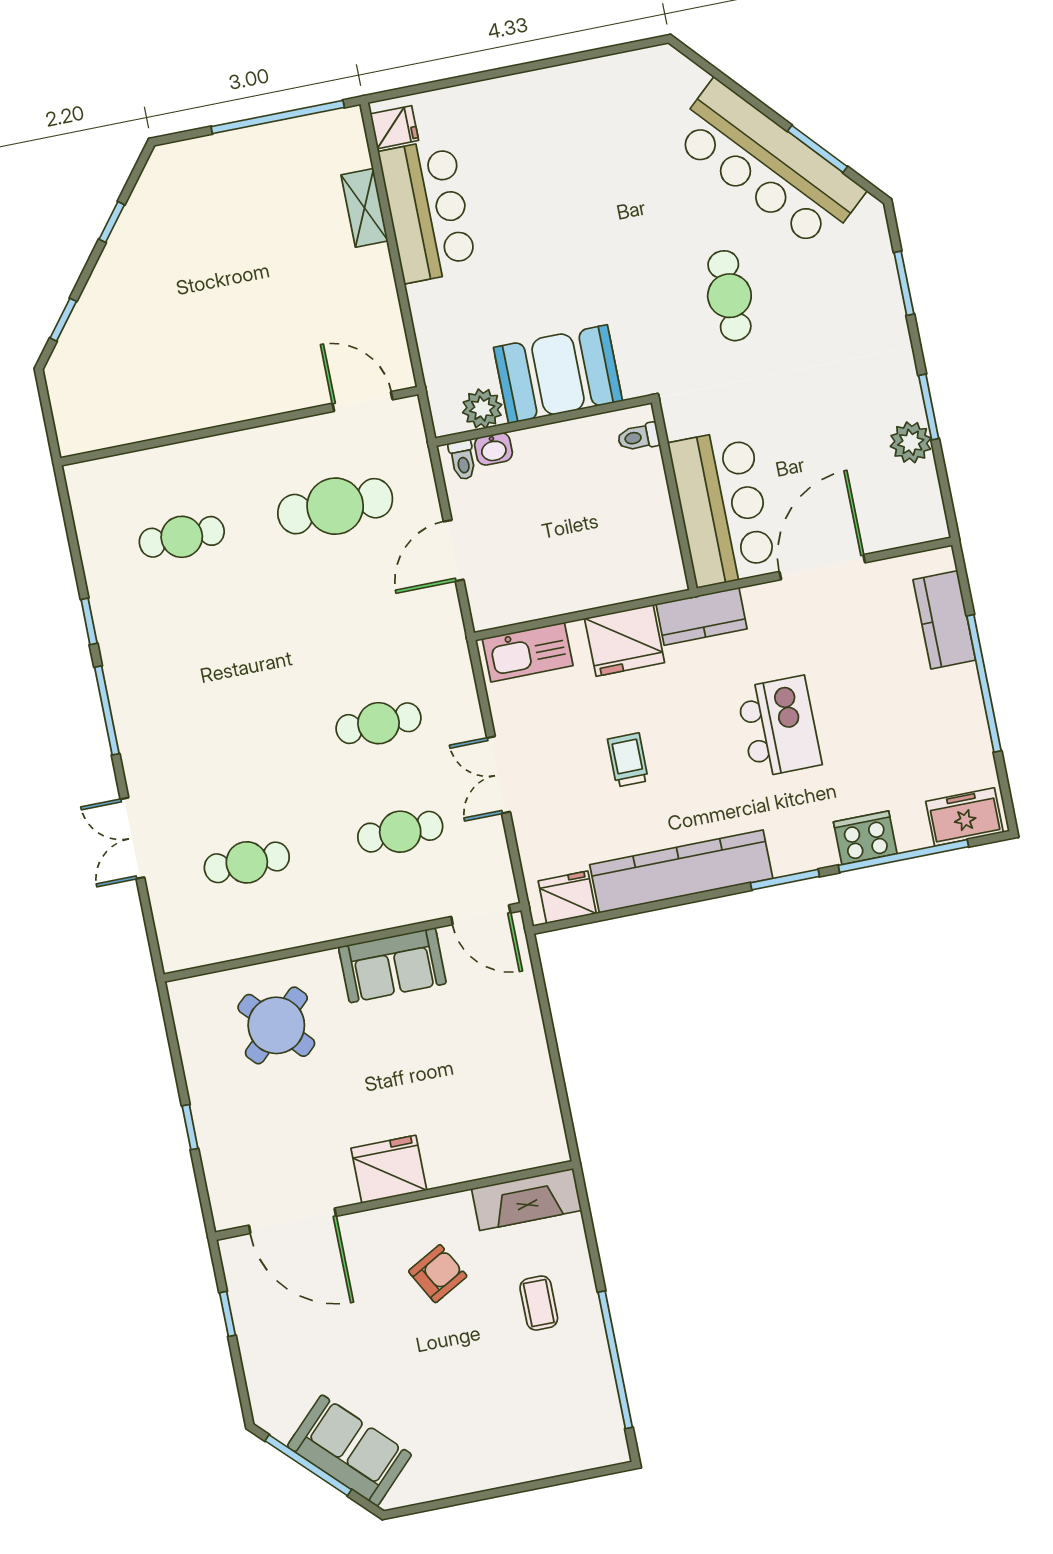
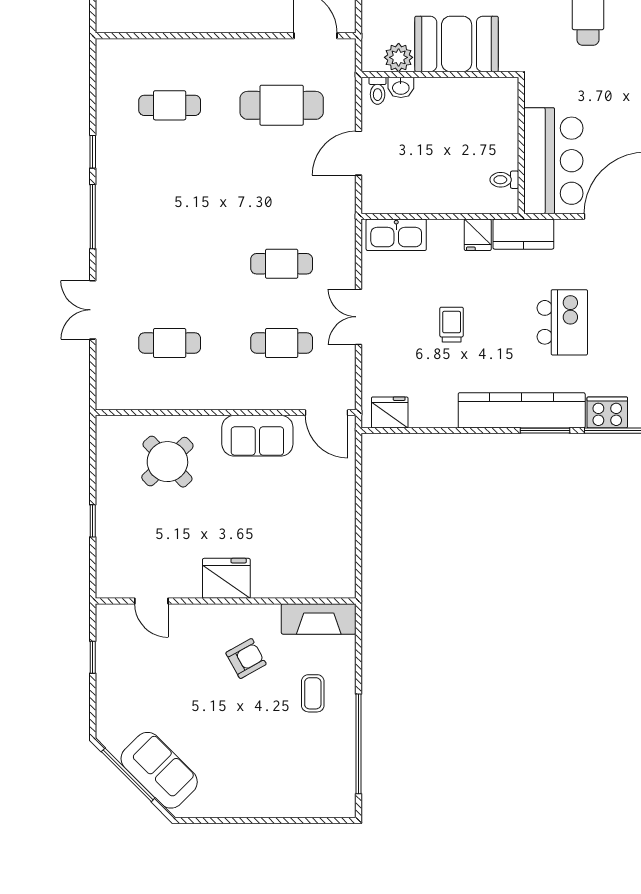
toilet: (639, 437) -> (504, 180), moved
fridge: (625, 640) -> (478, 235), width x0.53, depth x0.75
kitchen counter: (681, 871) -> (522, 410), moved
door: (292, 1221) -> (151, 601), width x0.53

